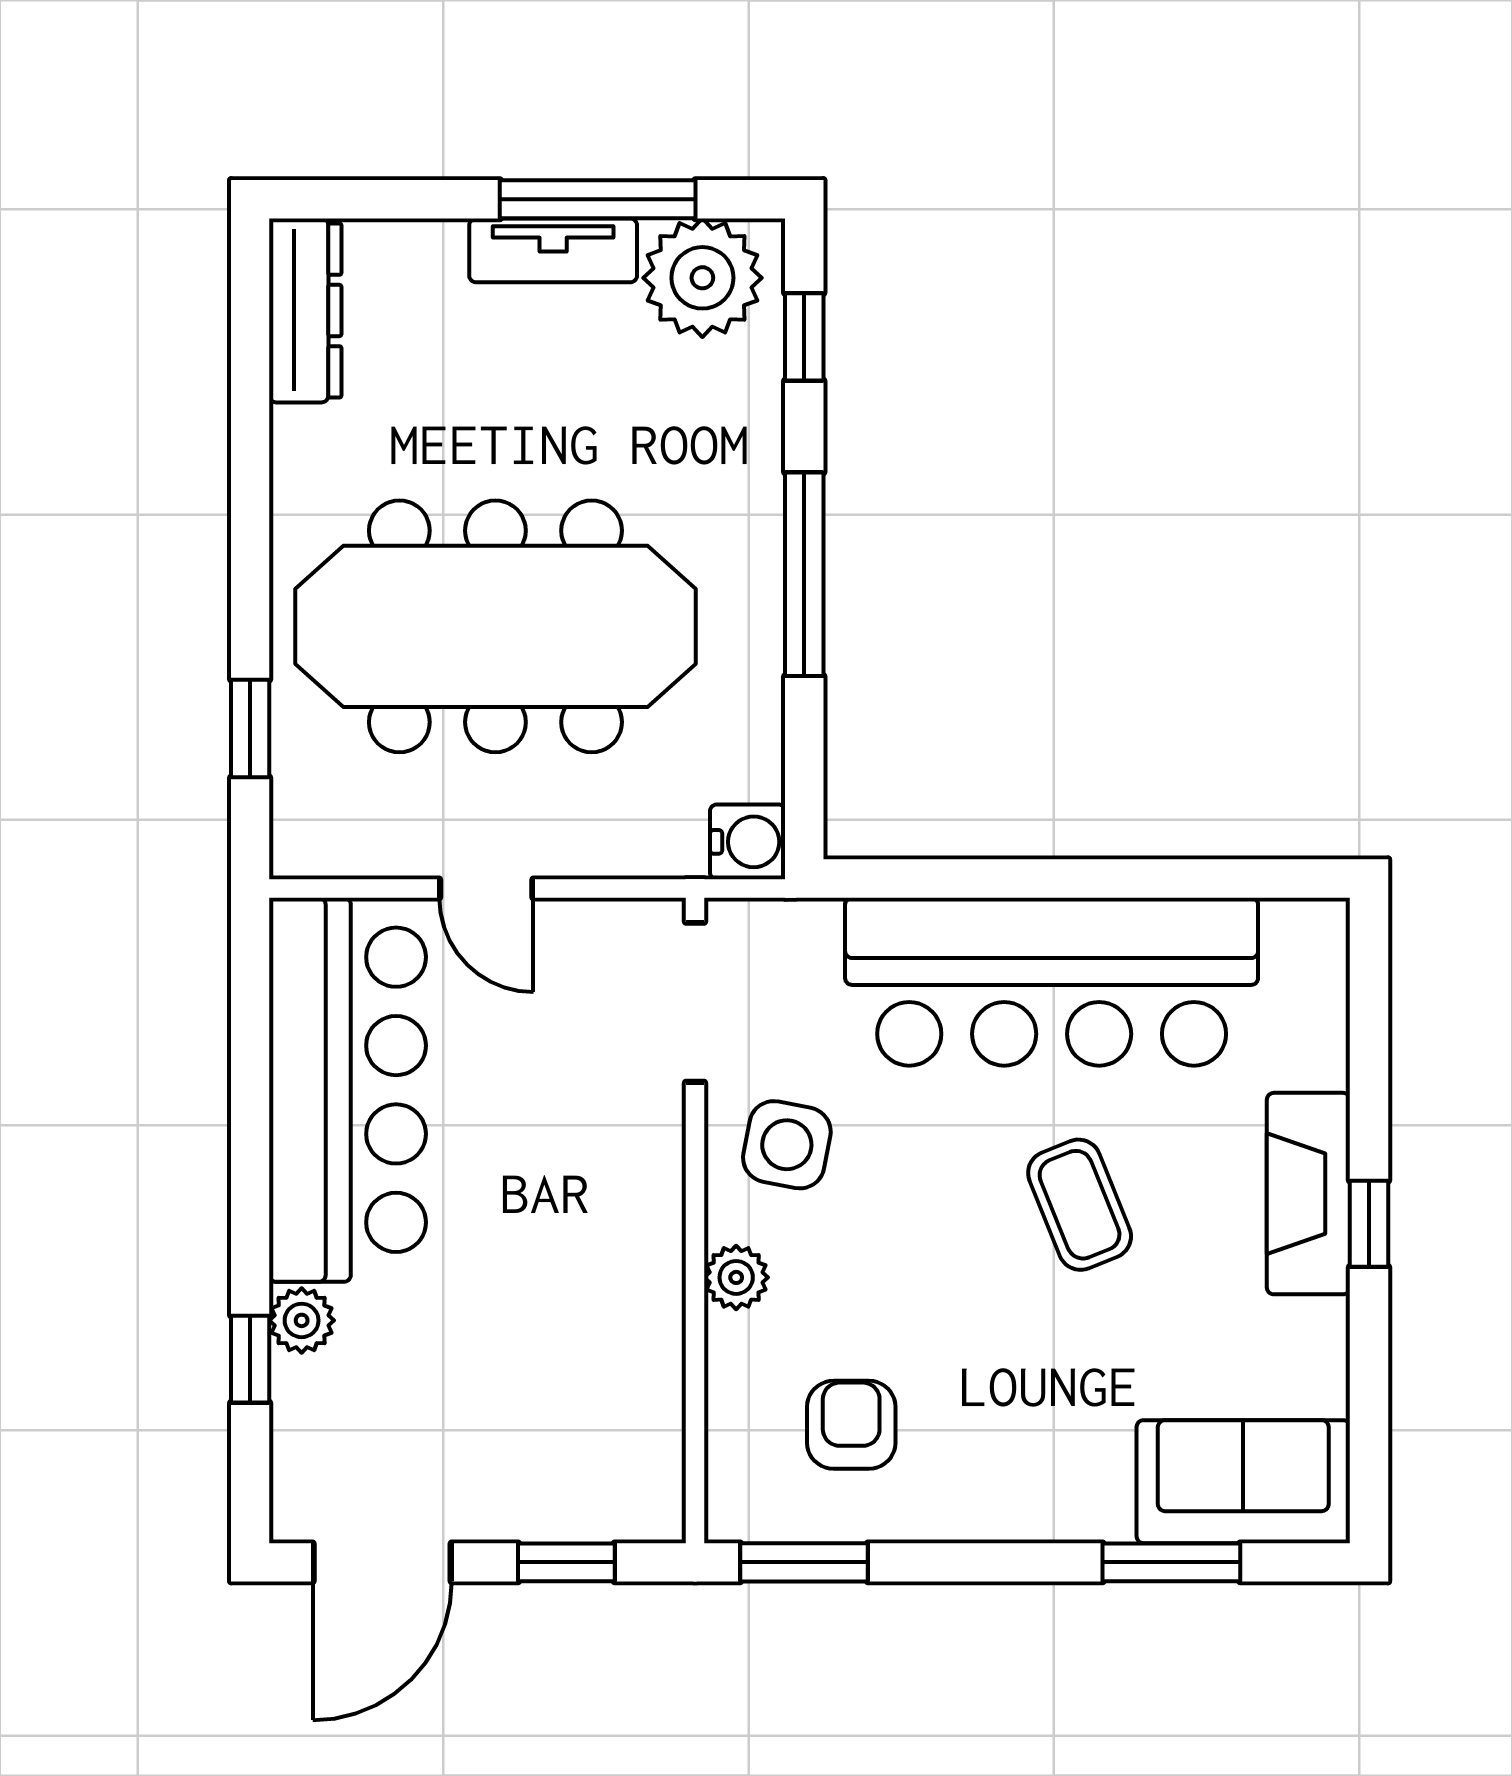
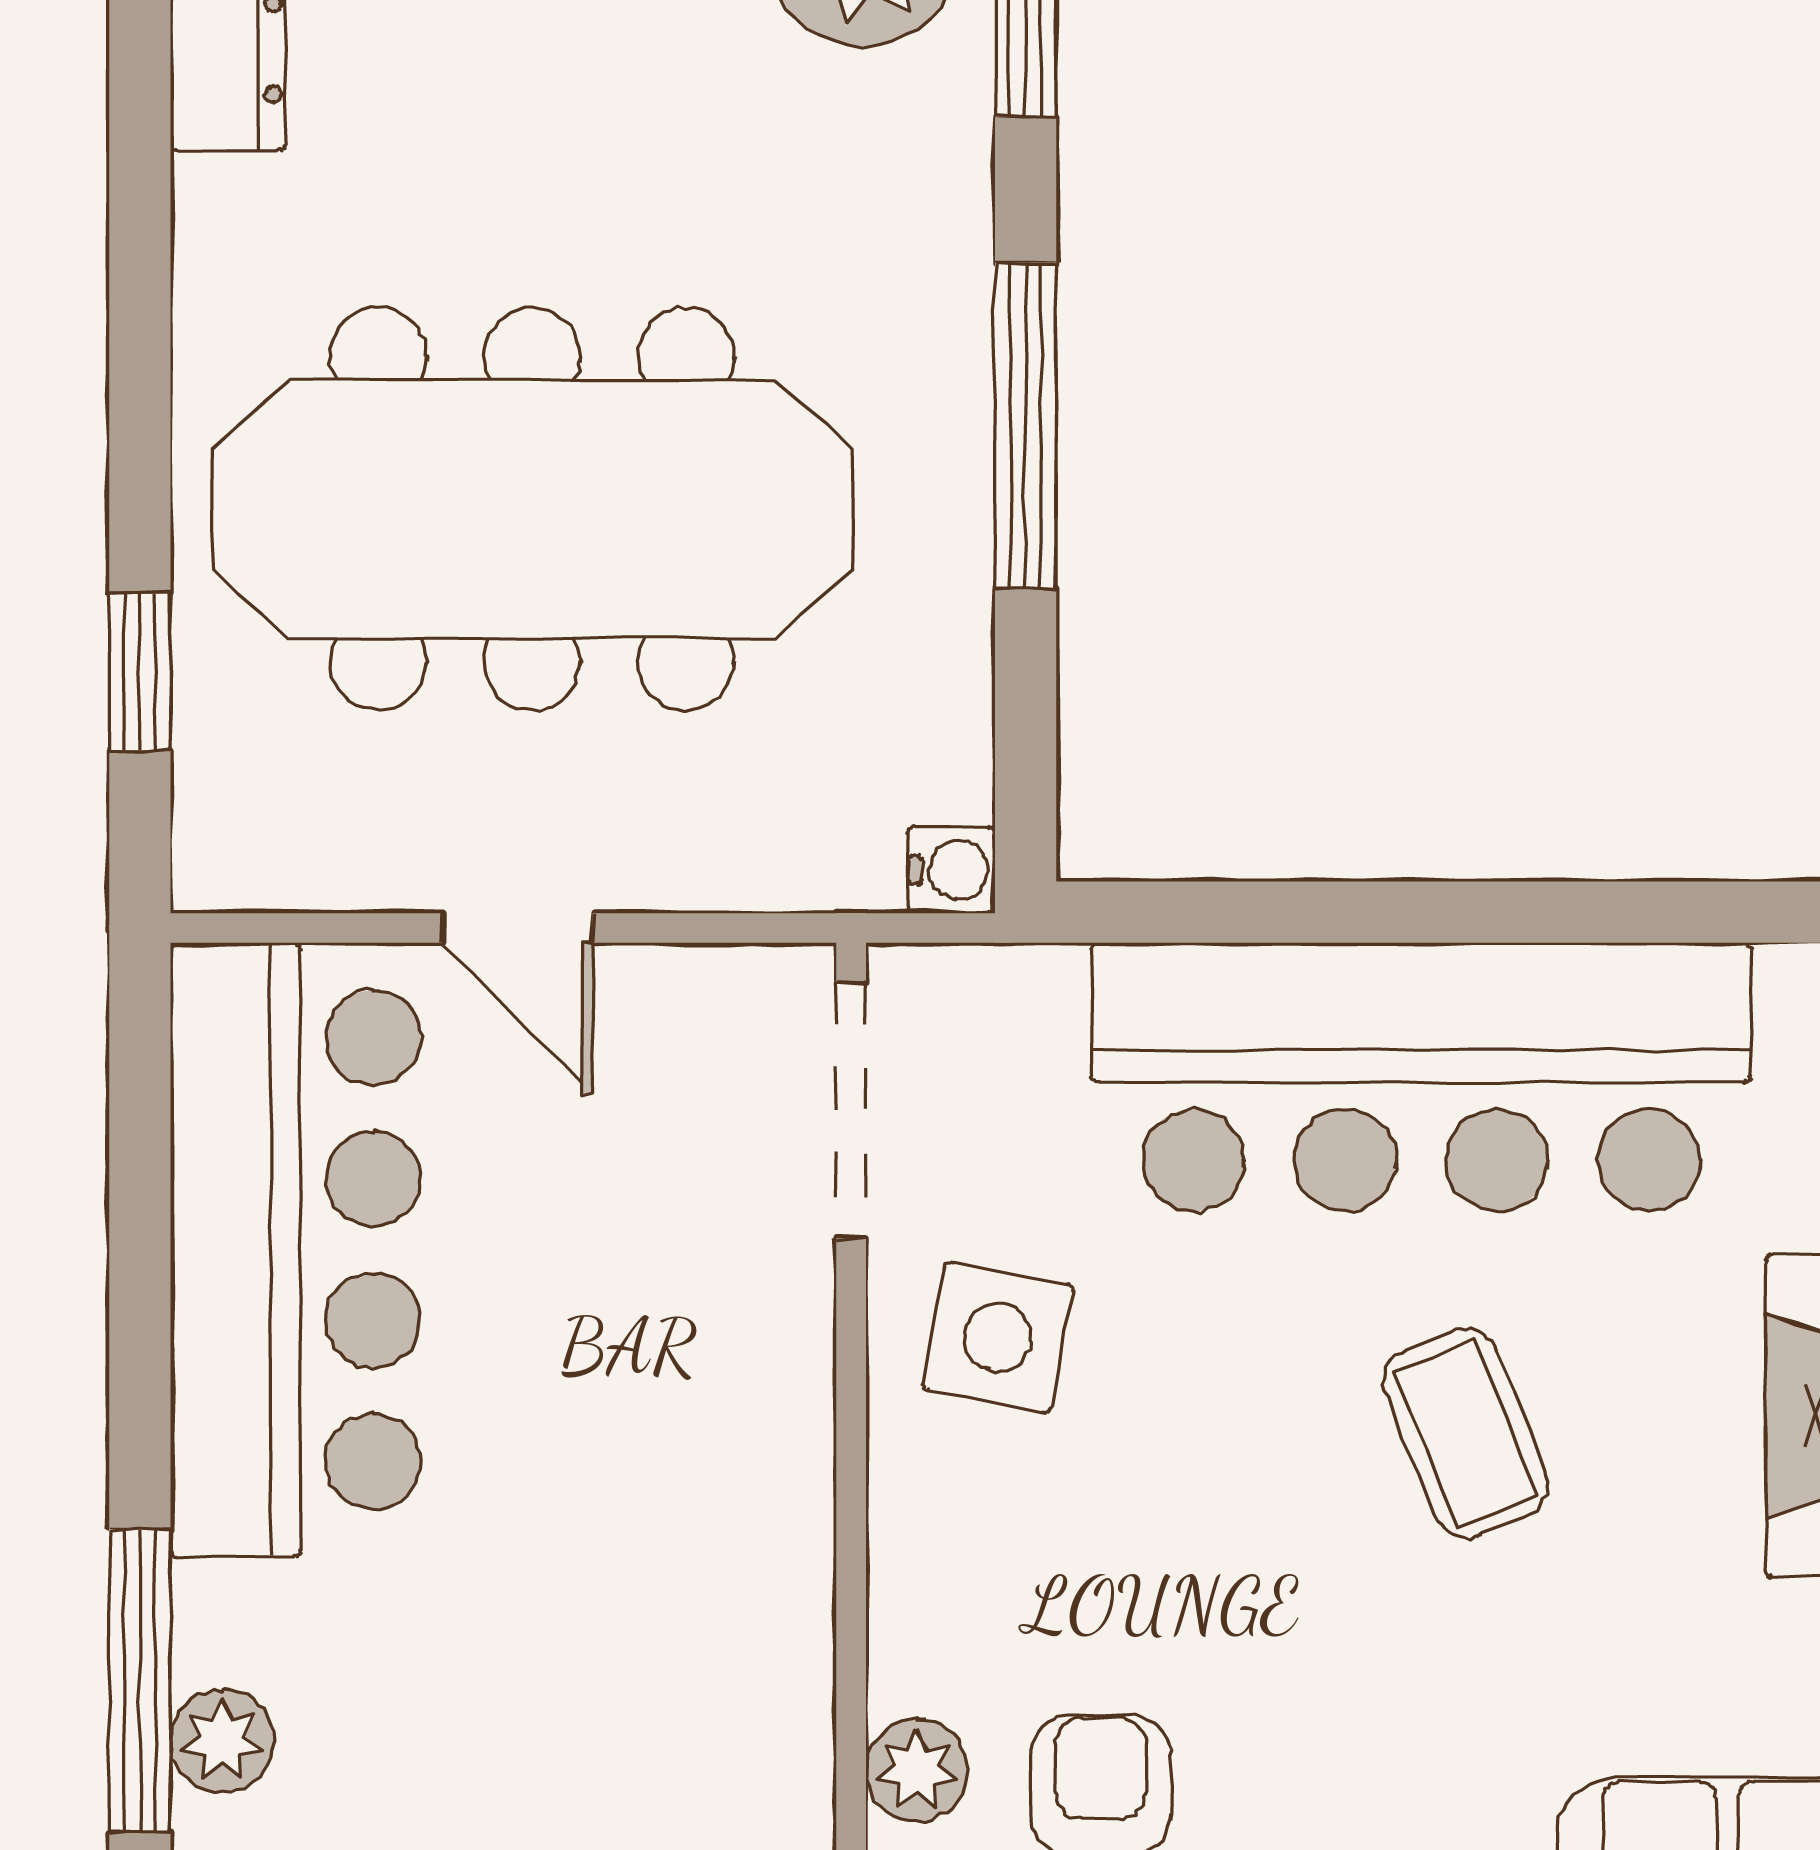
water cooler: (748, 842) -> (952, 870), width x0.72, depth x0.72
plant: (736, 1277) -> (917, 1770), moved
plant: (302, 1320) -> (222, 1741), moved
window: (250, 1359) -> (140, 1680), width x2.17

